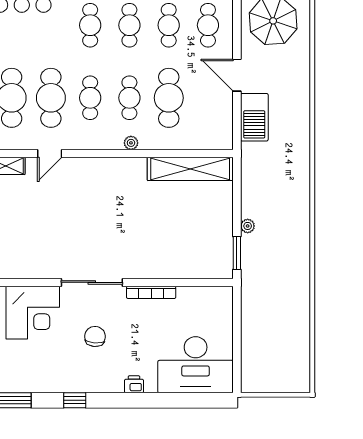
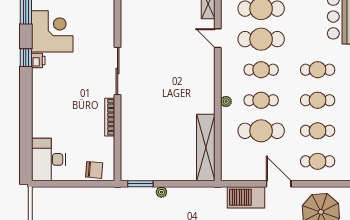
door: (237, 75) -> (279, 184), hinge flipped
corner desk: (33, 313) -> (52, 31), moved, turned 180
chair: (95, 336) -> (94, 170), moved
desk: (196, 365) -> (48, 159), width x0.73, depth x0.77
printer: (134, 384) -> (38, 61), moved

